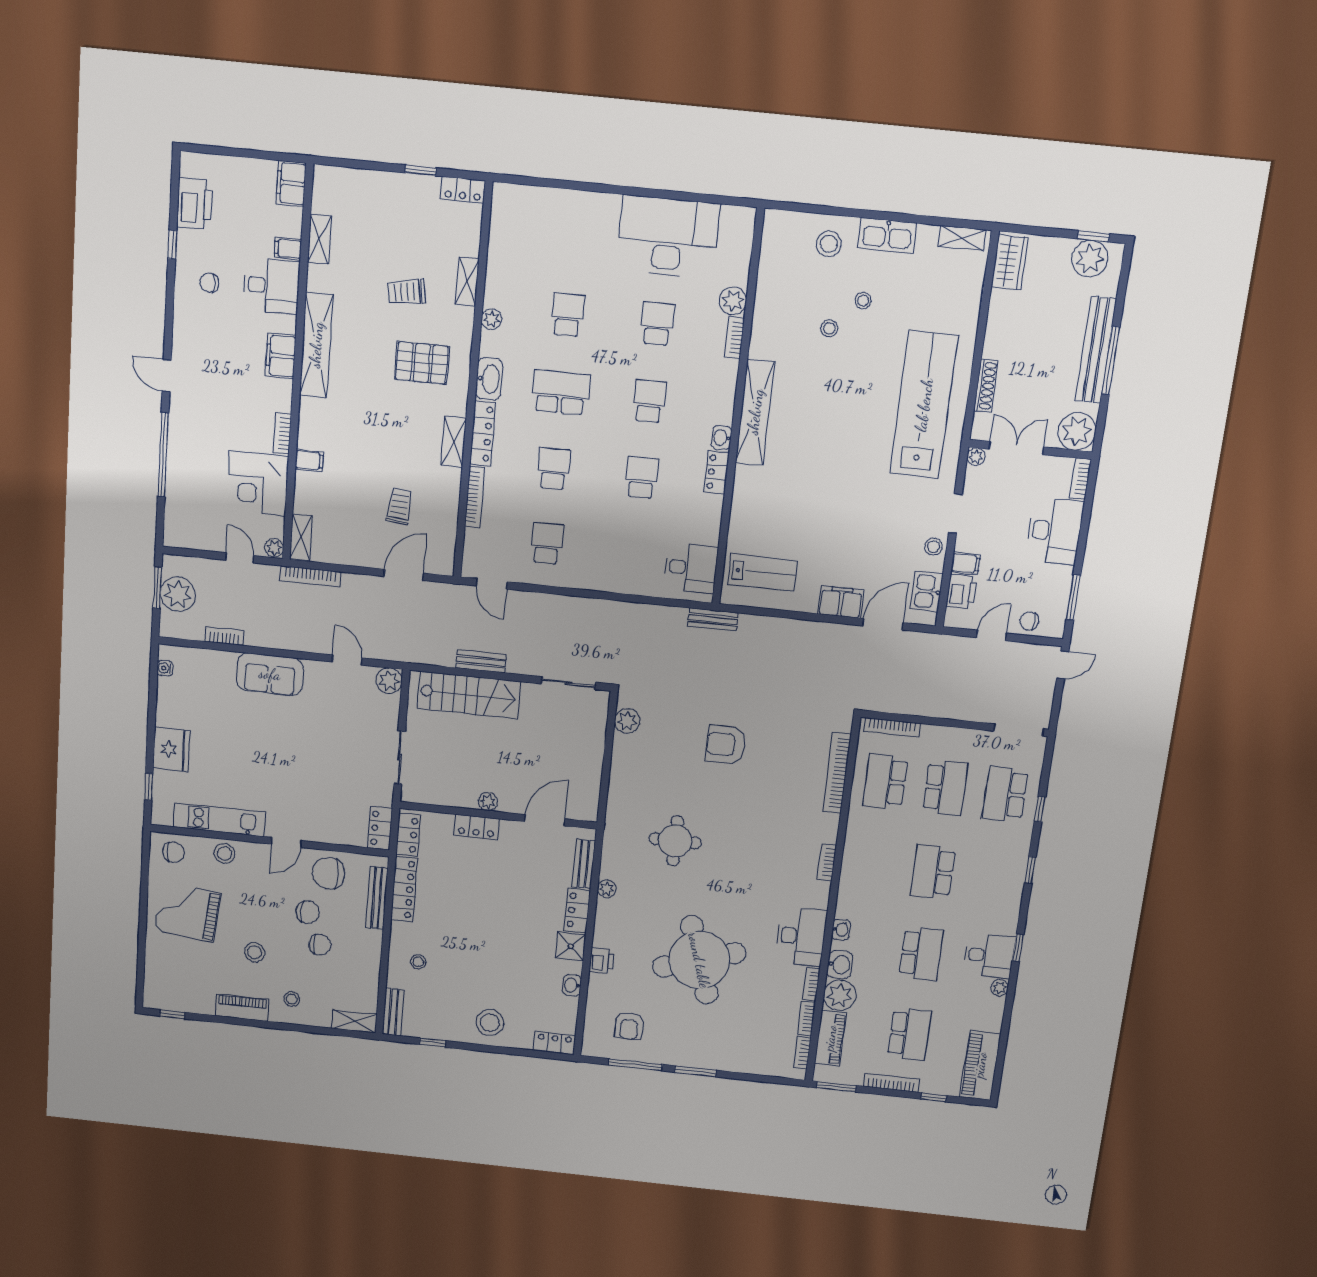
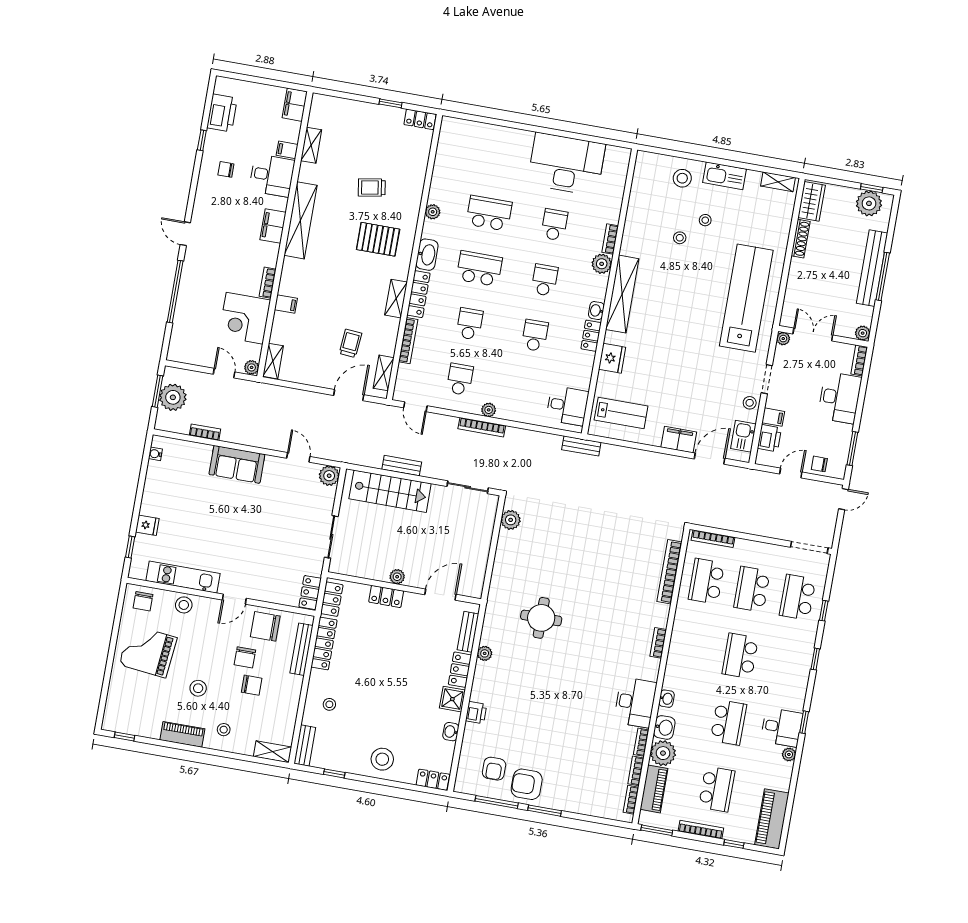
shelving: (467, 281) -> (384, 373), moved
plant: (733, 301) -> (602, 264), moved
school desk: (568, 315) -> (489, 213), width x1.85
shoe rack: (986, 386) -> (801, 239), moved
plant: (1077, 431) -> (863, 333), width x0.53, depth x0.53
fridge: (746, 501) -> (612, 358), added
bookcase: (310, 576) -> (482, 427), moved
plant: (588, 581) -> (489, 410), added
armchair: (726, 745) -> (527, 784), moved
fridge: (171, 749) -> (147, 525), width x0.53, depth x0.75
school desk: (945, 788) -> (752, 589), turned 180
chair: (174, 852) -> (143, 601), turned 90
chair: (308, 912) -> (245, 657), turned 90
round table: (699, 960) -> (554, 717), removed

